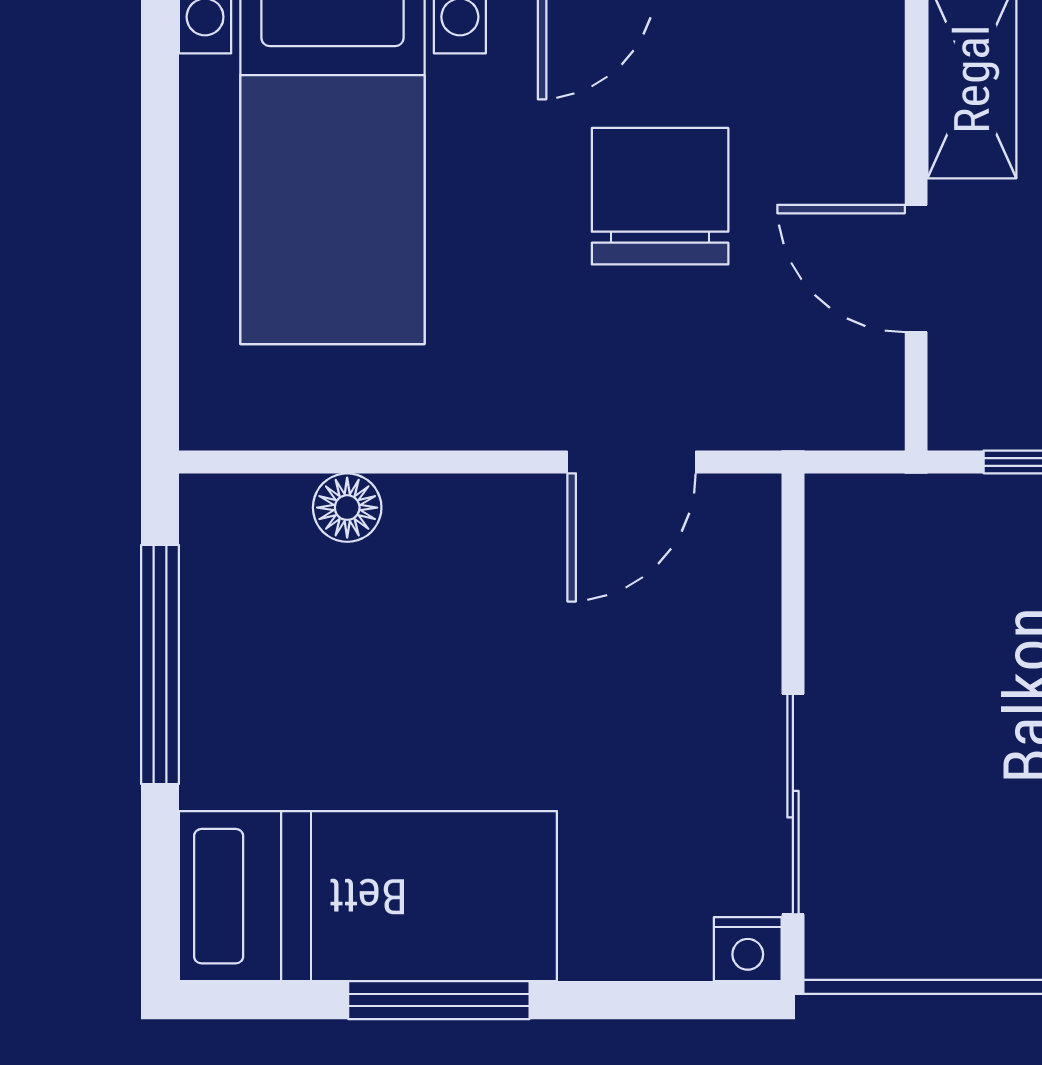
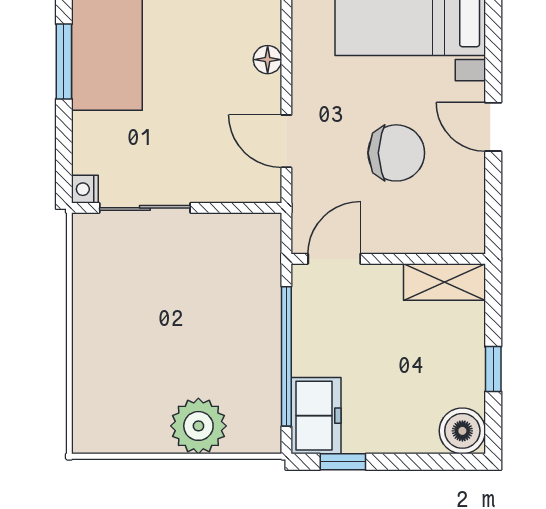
door: (916, 269) -> (334, 259), moved
floor lamp: (347, 508) -> (268, 60), moved

